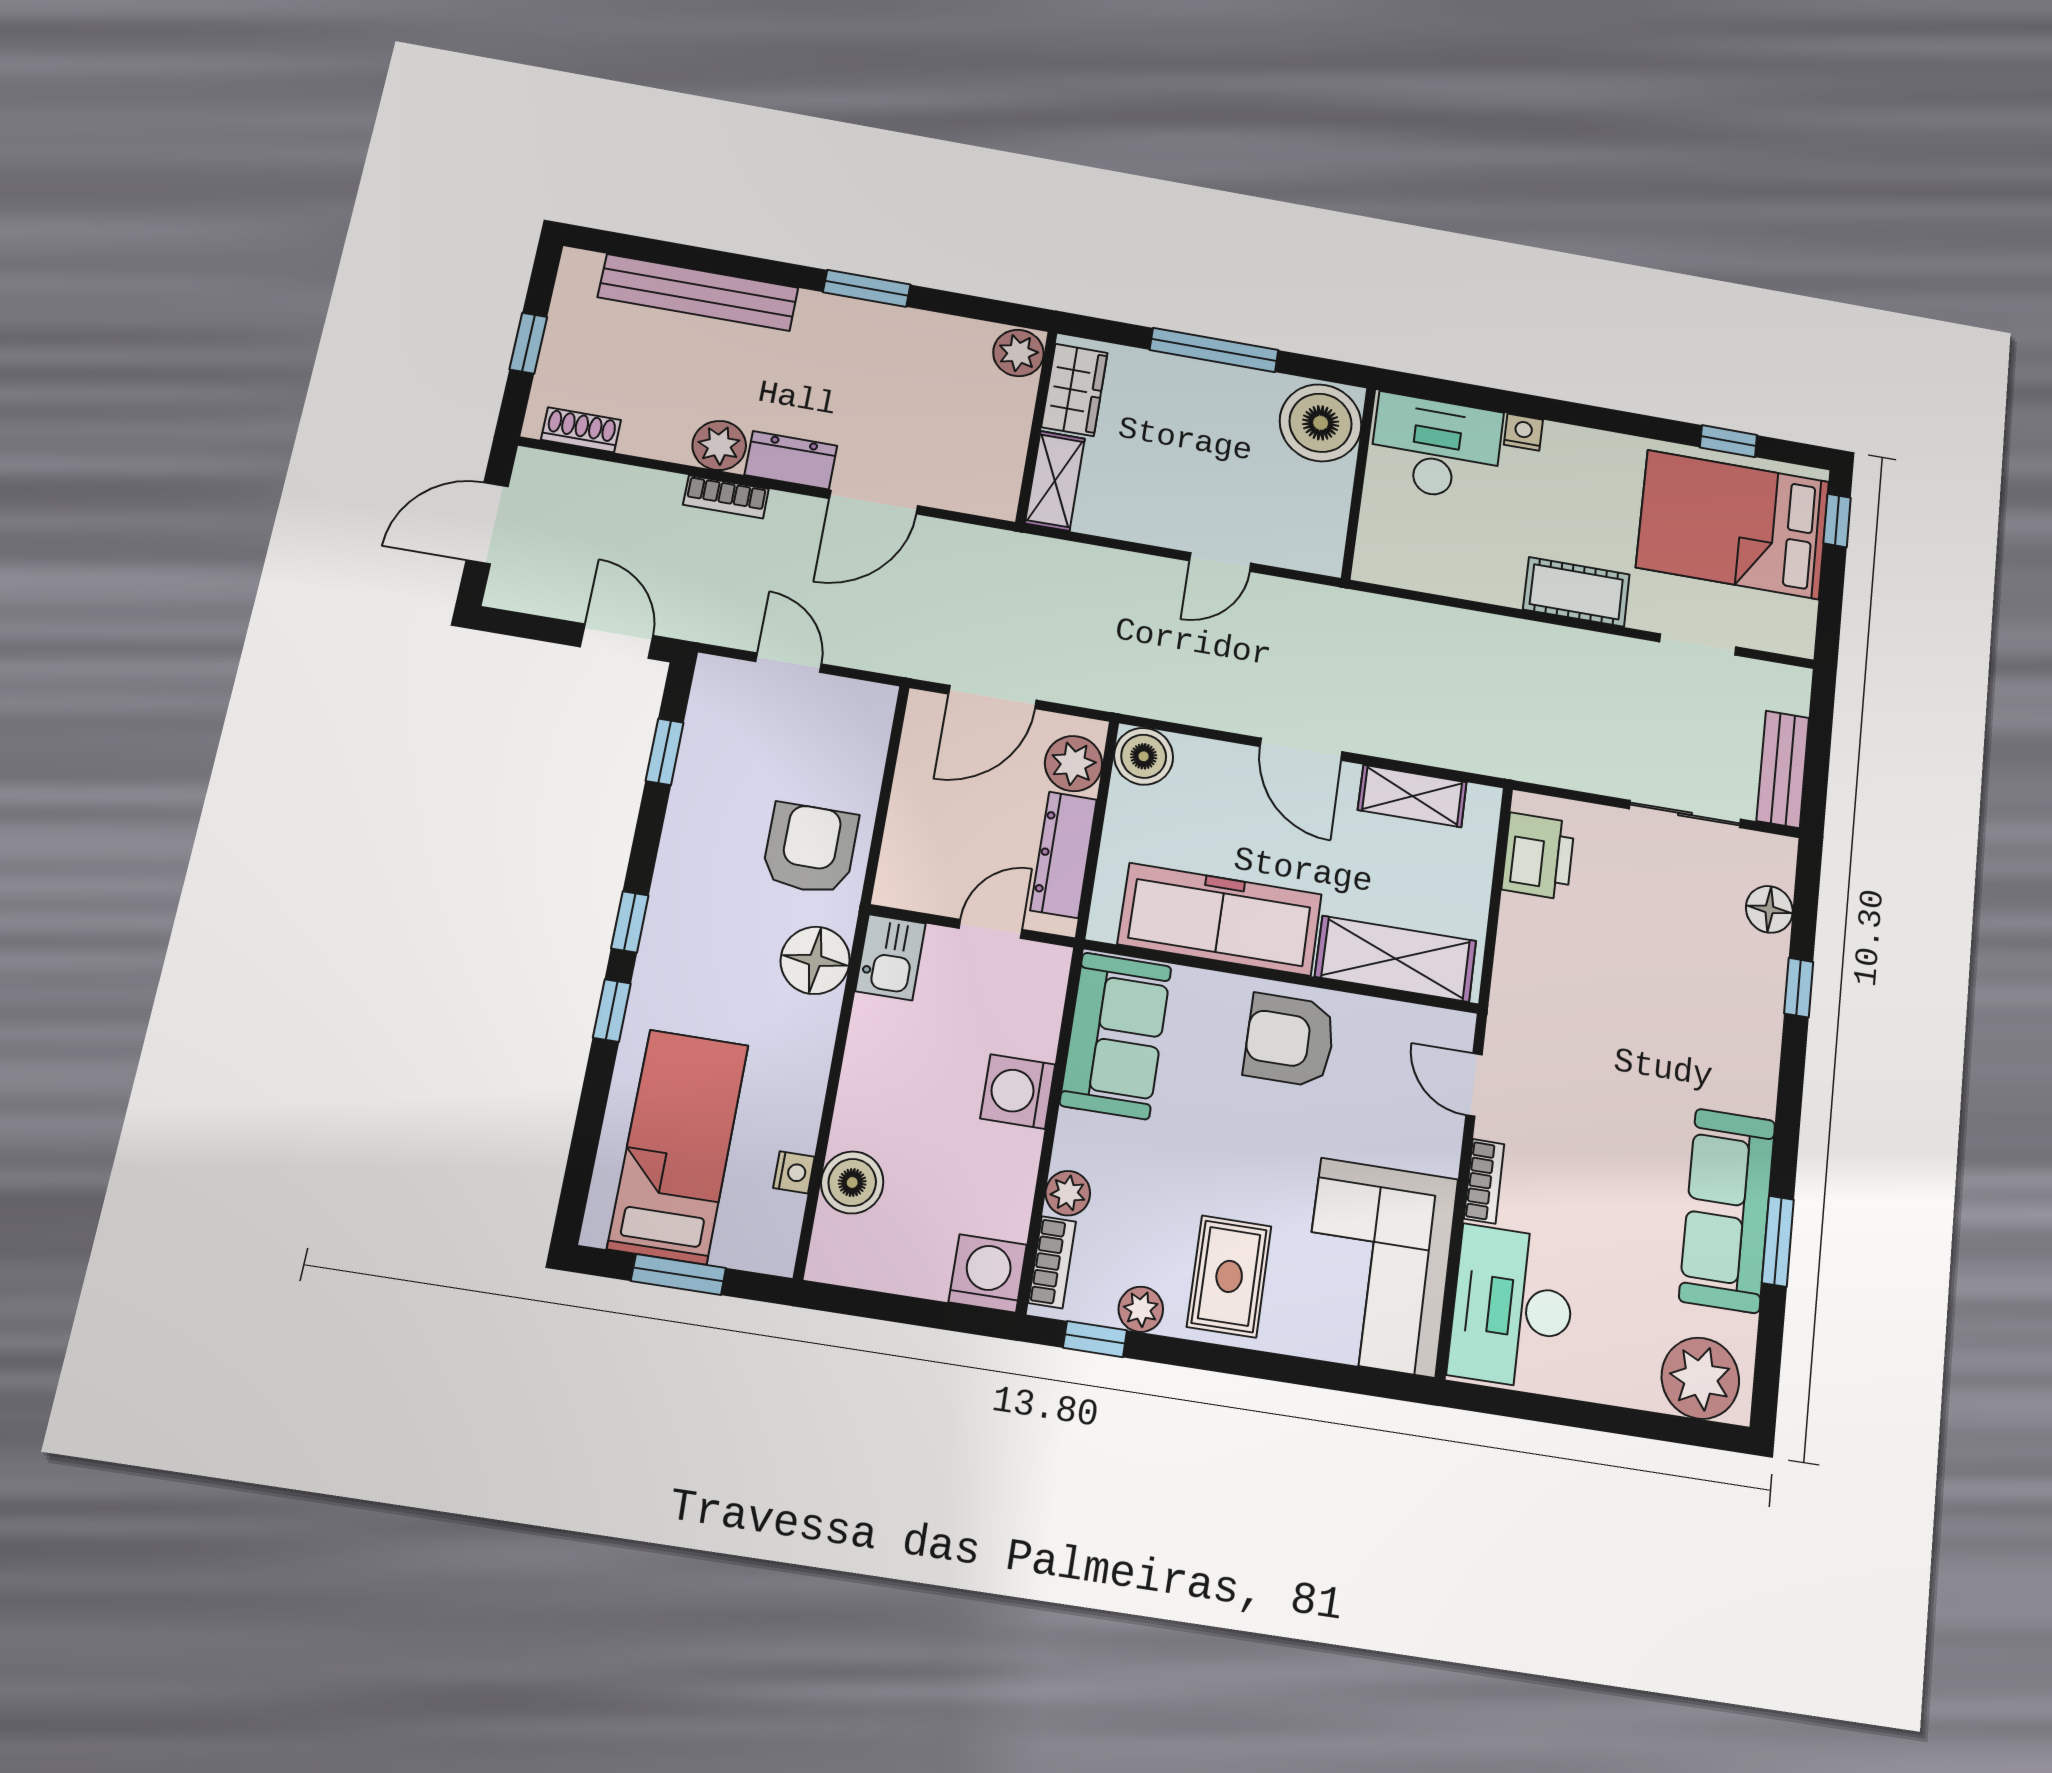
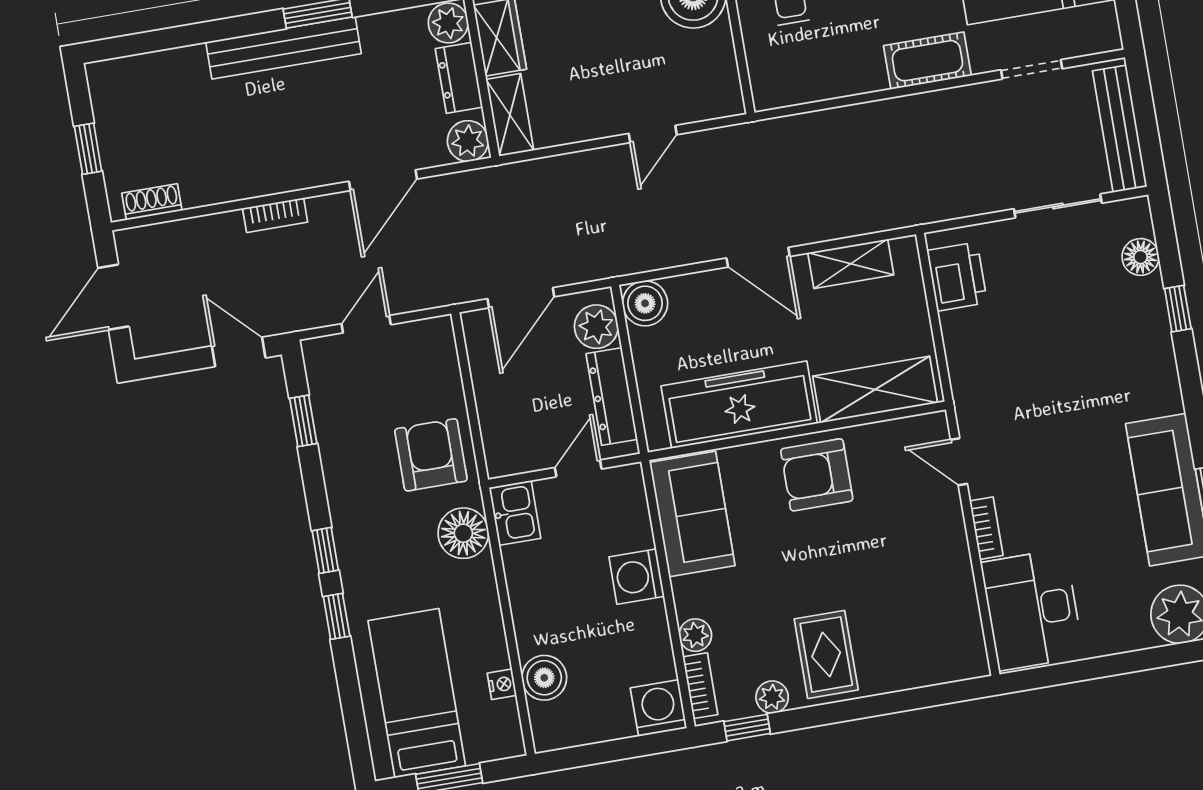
bench: (698, 292) -> (283, 48), moved
plant: (719, 445) -> (468, 141), moved
dresser: (791, 460) -> (459, 78), moved, turned -90
door: (789, 663) -> (366, 324), hinge flipped
bench: (1783, 769) -> (1120, 129), width x1.36
corner sofa: (1378, 1267) -> (928, 613), removed

